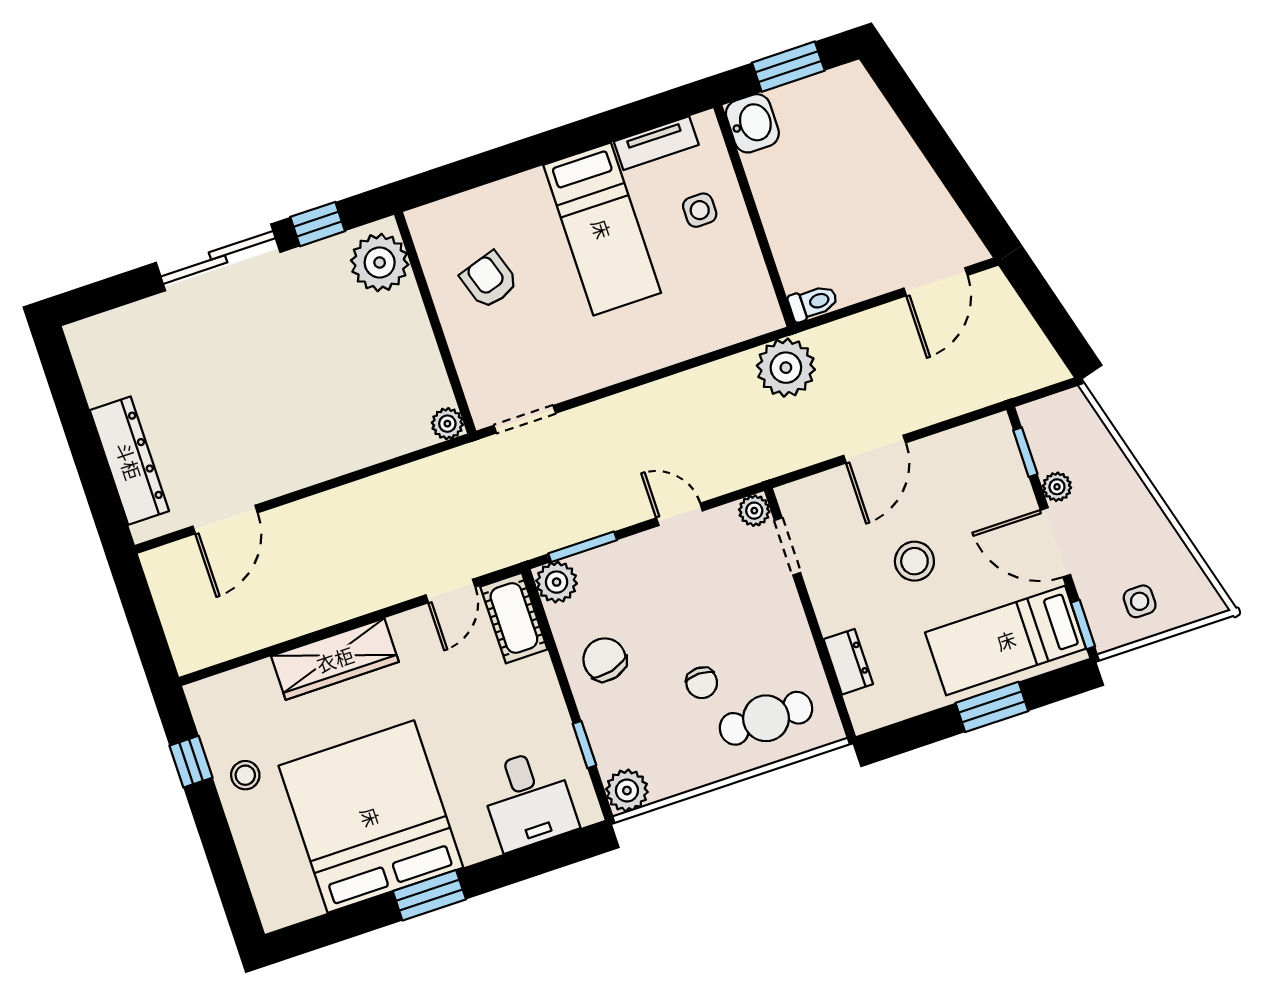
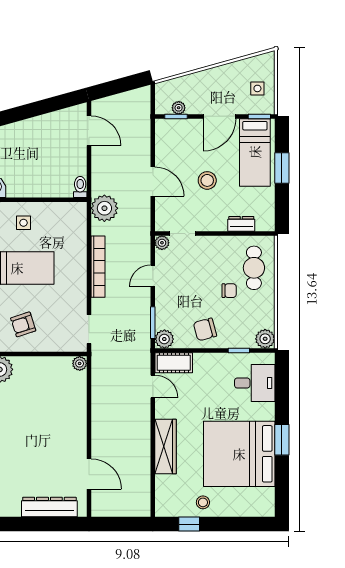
bookcase: (660, 395) -> (98, 267), added
plant: (1057, 487) -> (179, 108), moved

